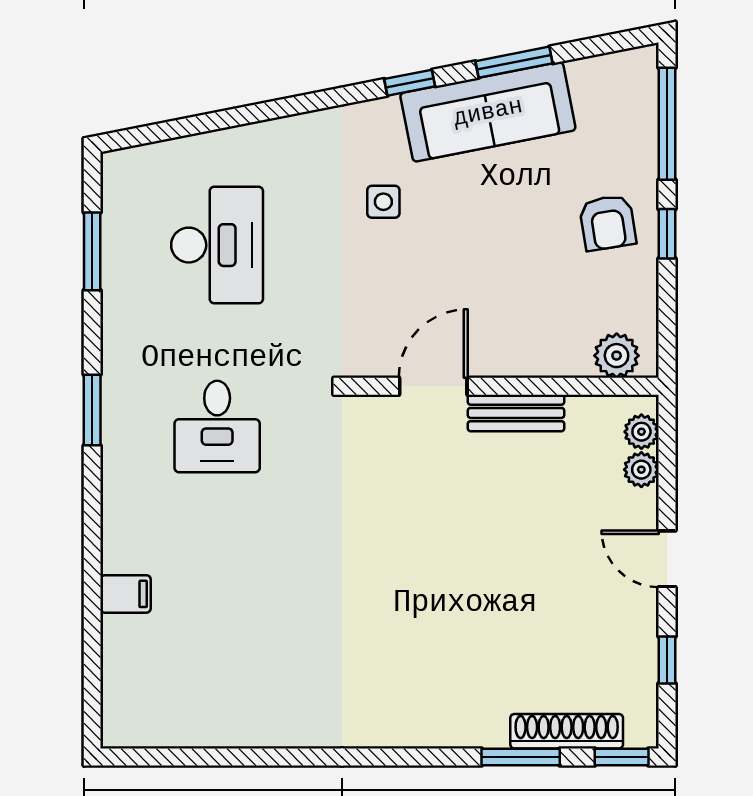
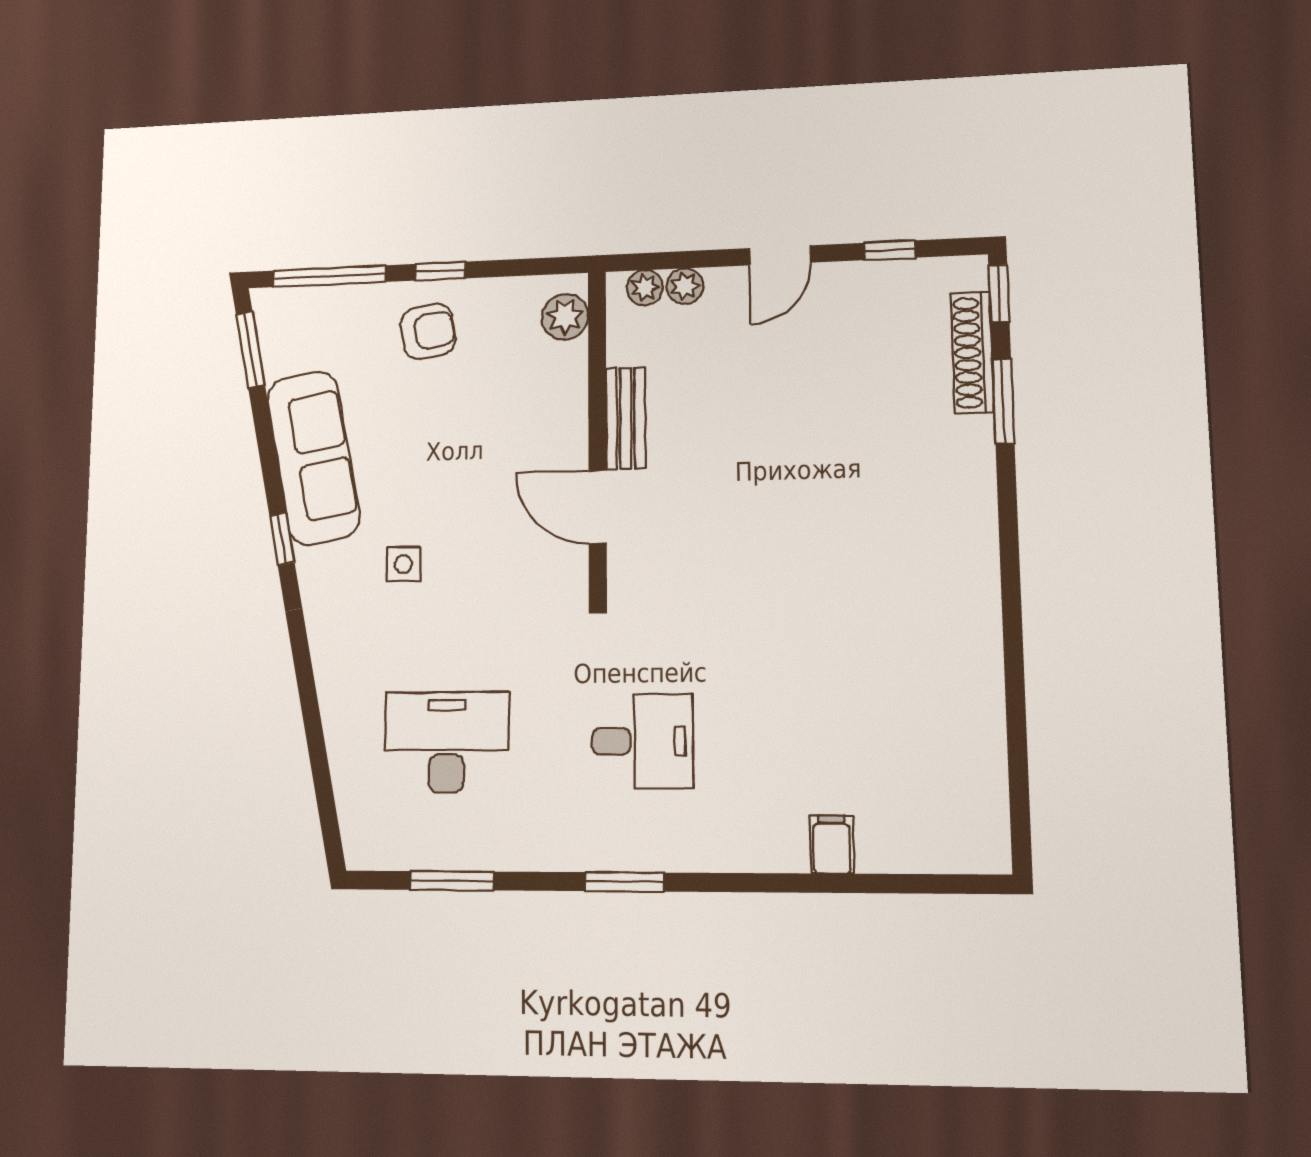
window: (514, 62) -> (250, 350), moved

